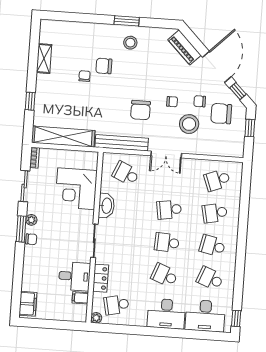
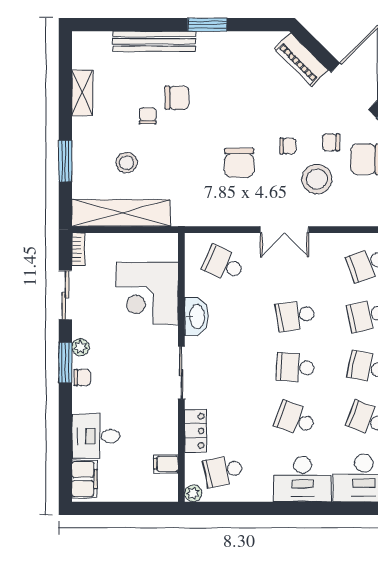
stool: (130, 43) -> (127, 163), moved
chair: (104, 66) -> (177, 98), turned 180
window: (30, 101) -> (65, 161), width x1.50
bench: (122, 143) -> (154, 41), moved
desk: (74, 276) -> (96, 436), moved, turned 180

